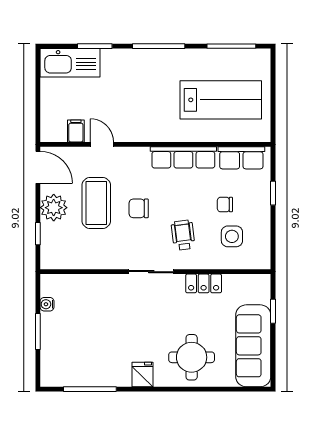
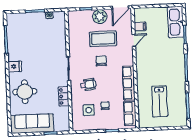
lab bench: (221, 100) -> (160, 101), width x0.73, depth x0.72

